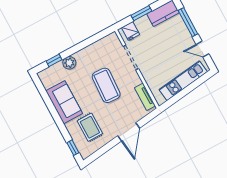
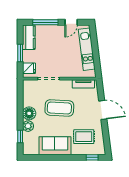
floor lamp: (83, 57) -> (29, 113), added

